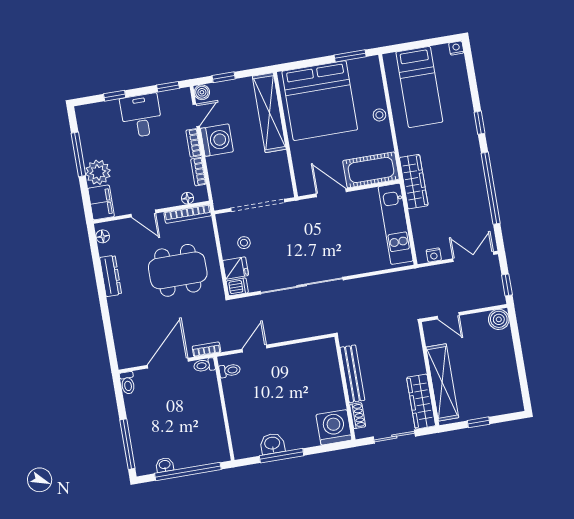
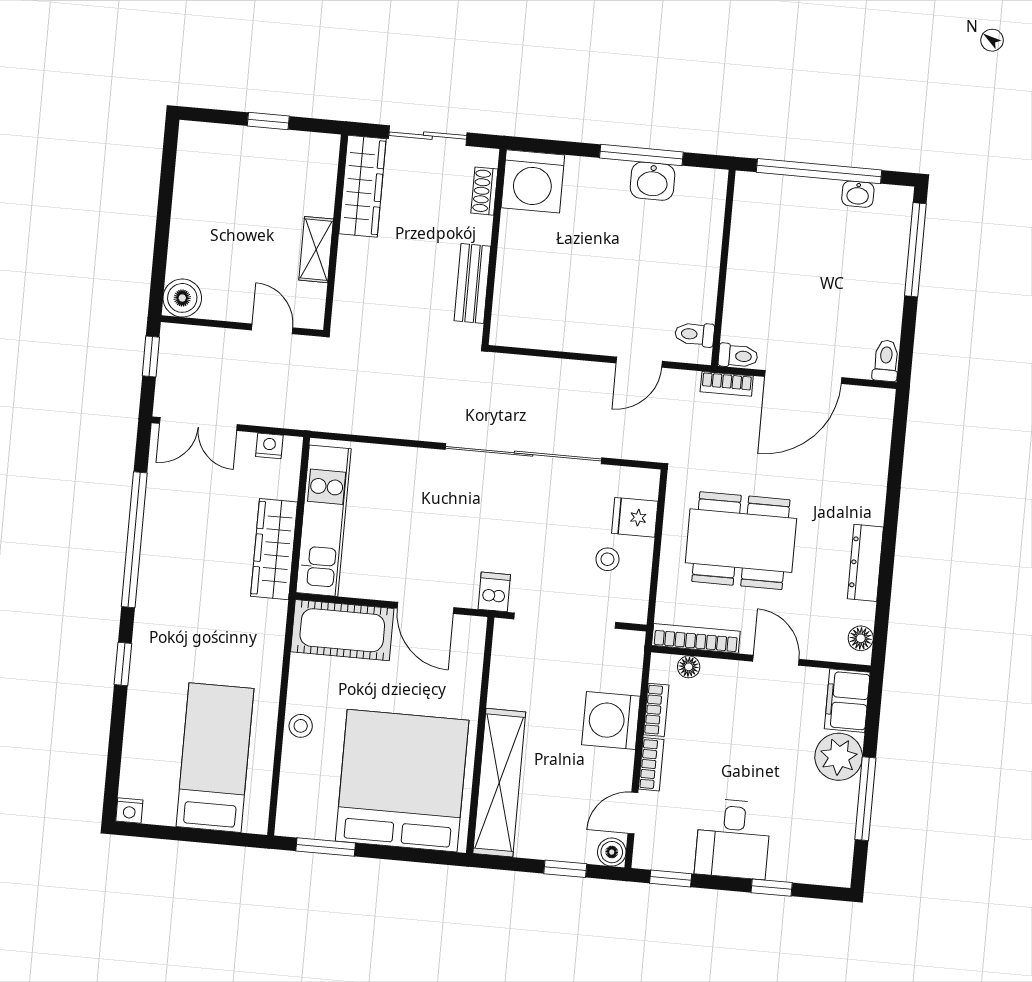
washing machine: (217, 140) -> (611, 720), moved
wardrobe: (414, 182) -> (274, 549), moved
dishwasher: (237, 287) -> (494, 592), moved, turned 90
bench: (352, 374) -> (472, 284), width x0.73
shelving: (442, 382) -> (316, 250), width x0.45, depth x0.75

